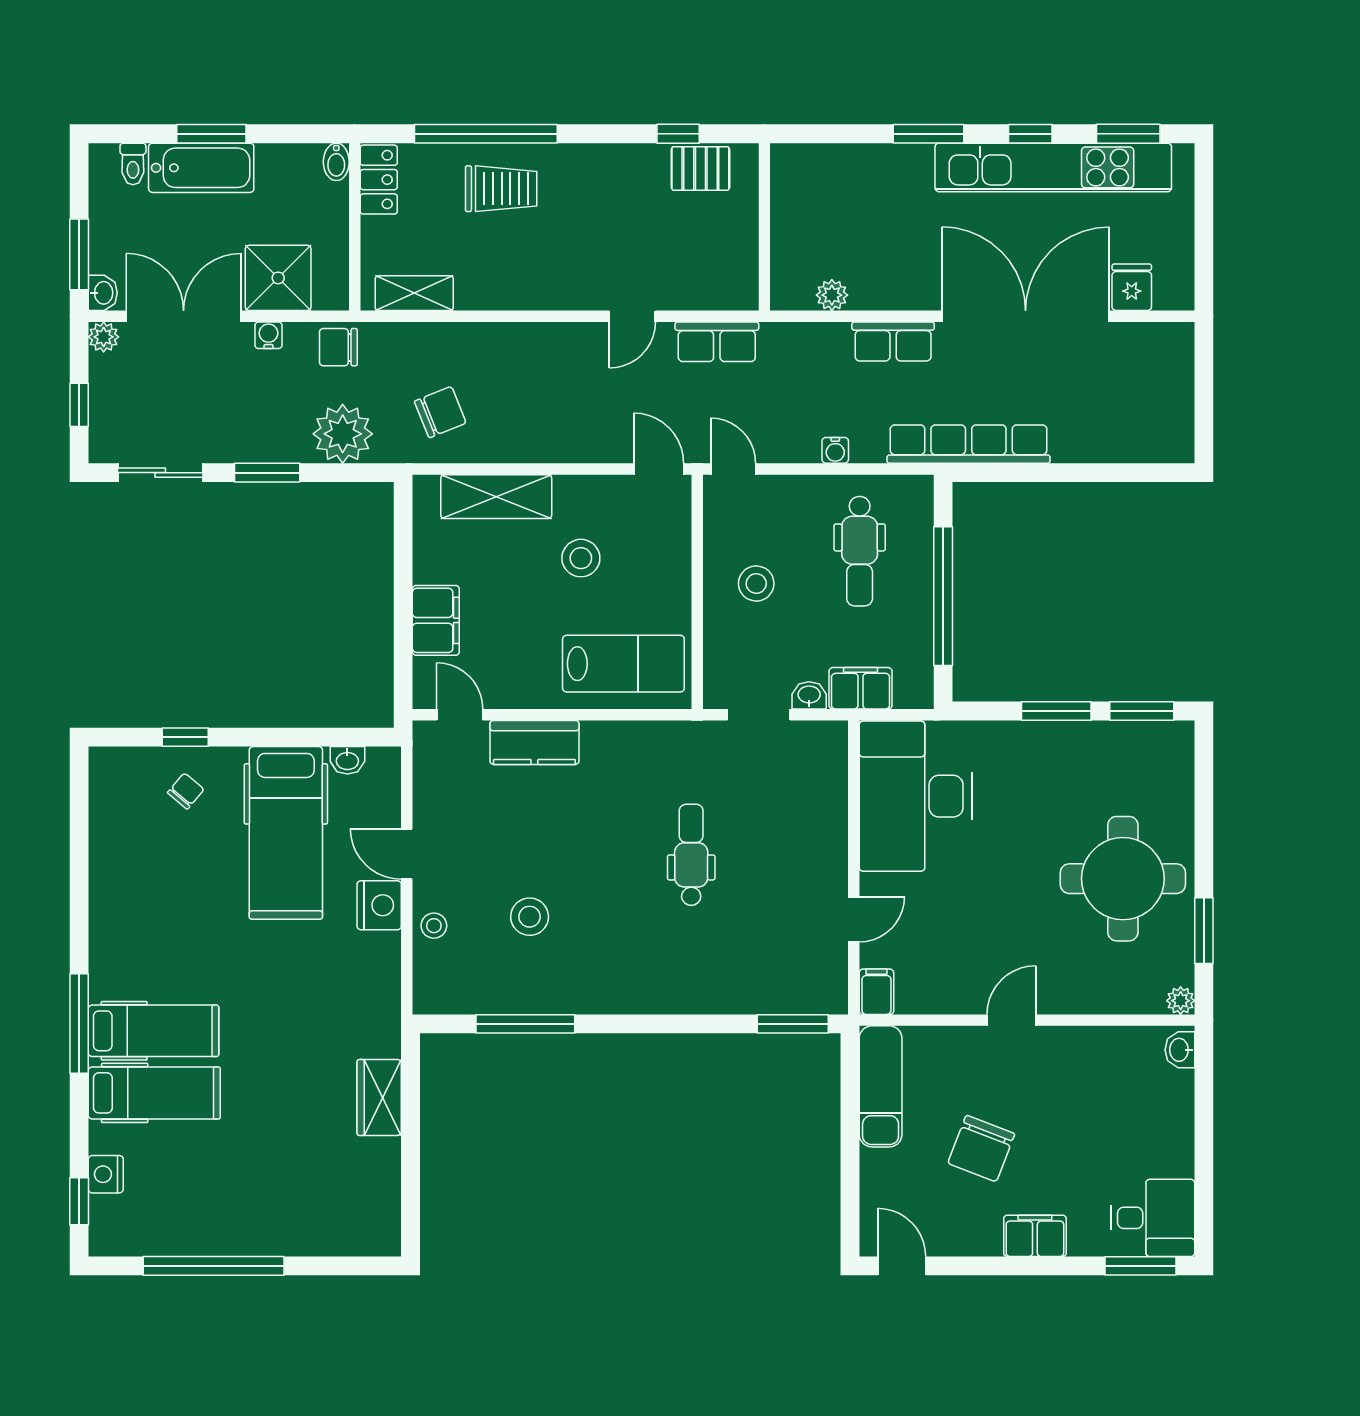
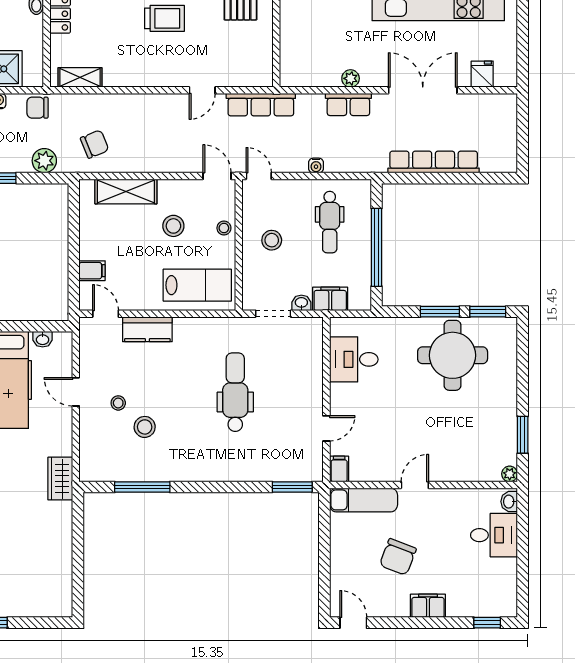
trolley: (501, 189) -> (164, 18), moved
plant: (832, 295) -> (351, 78), moved
double door: (1026, 316) -> (423, 90), width x0.73
row of seats: (717, 342) -> (261, 105), width x1.48
plant: (343, 434) -> (44, 161), width x0.73, depth x0.73
row of seats: (969, 444) -> (434, 162), moved
stool: (671, 562) -> (224, 228), added
filing cabinet: (436, 620) -> (92, 271), width x0.50
desk: (916, 796) -> (354, 359), width x0.53, depth x0.77
dental chair: (691, 855) -> (235, 392), width x1.36, depth x1.38
round table: (1123, 879) -> (453, 355), moved
nightstand: (379, 905) -> (60, 421), removed
stool: (434, 926) -> (118, 403), moved
exam couch: (881, 1086) -> (364, 500), moved, turned 90
wardrobe: (379, 1097) -> (60, 479), moved
desk: (1153, 1218) -> (494, 535), moved
window: (1140, 1266) -> (487, 623), width x0.67

